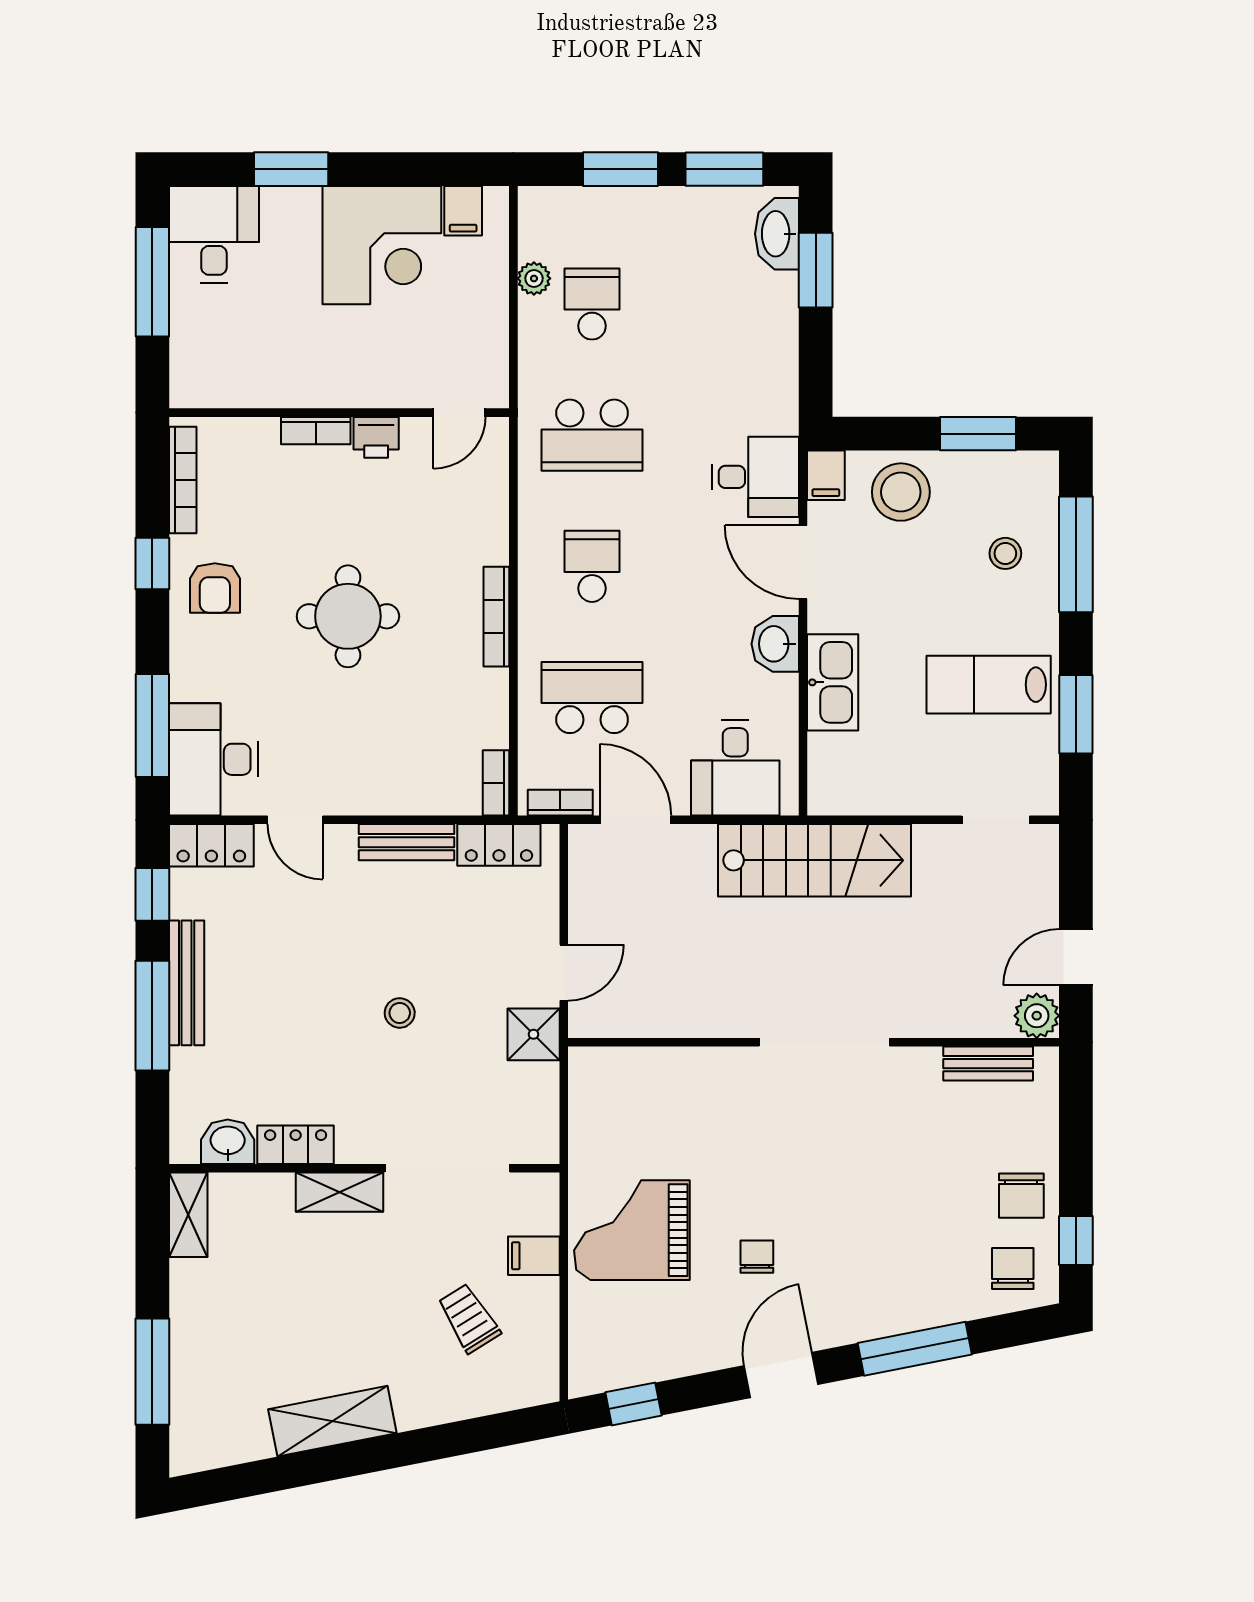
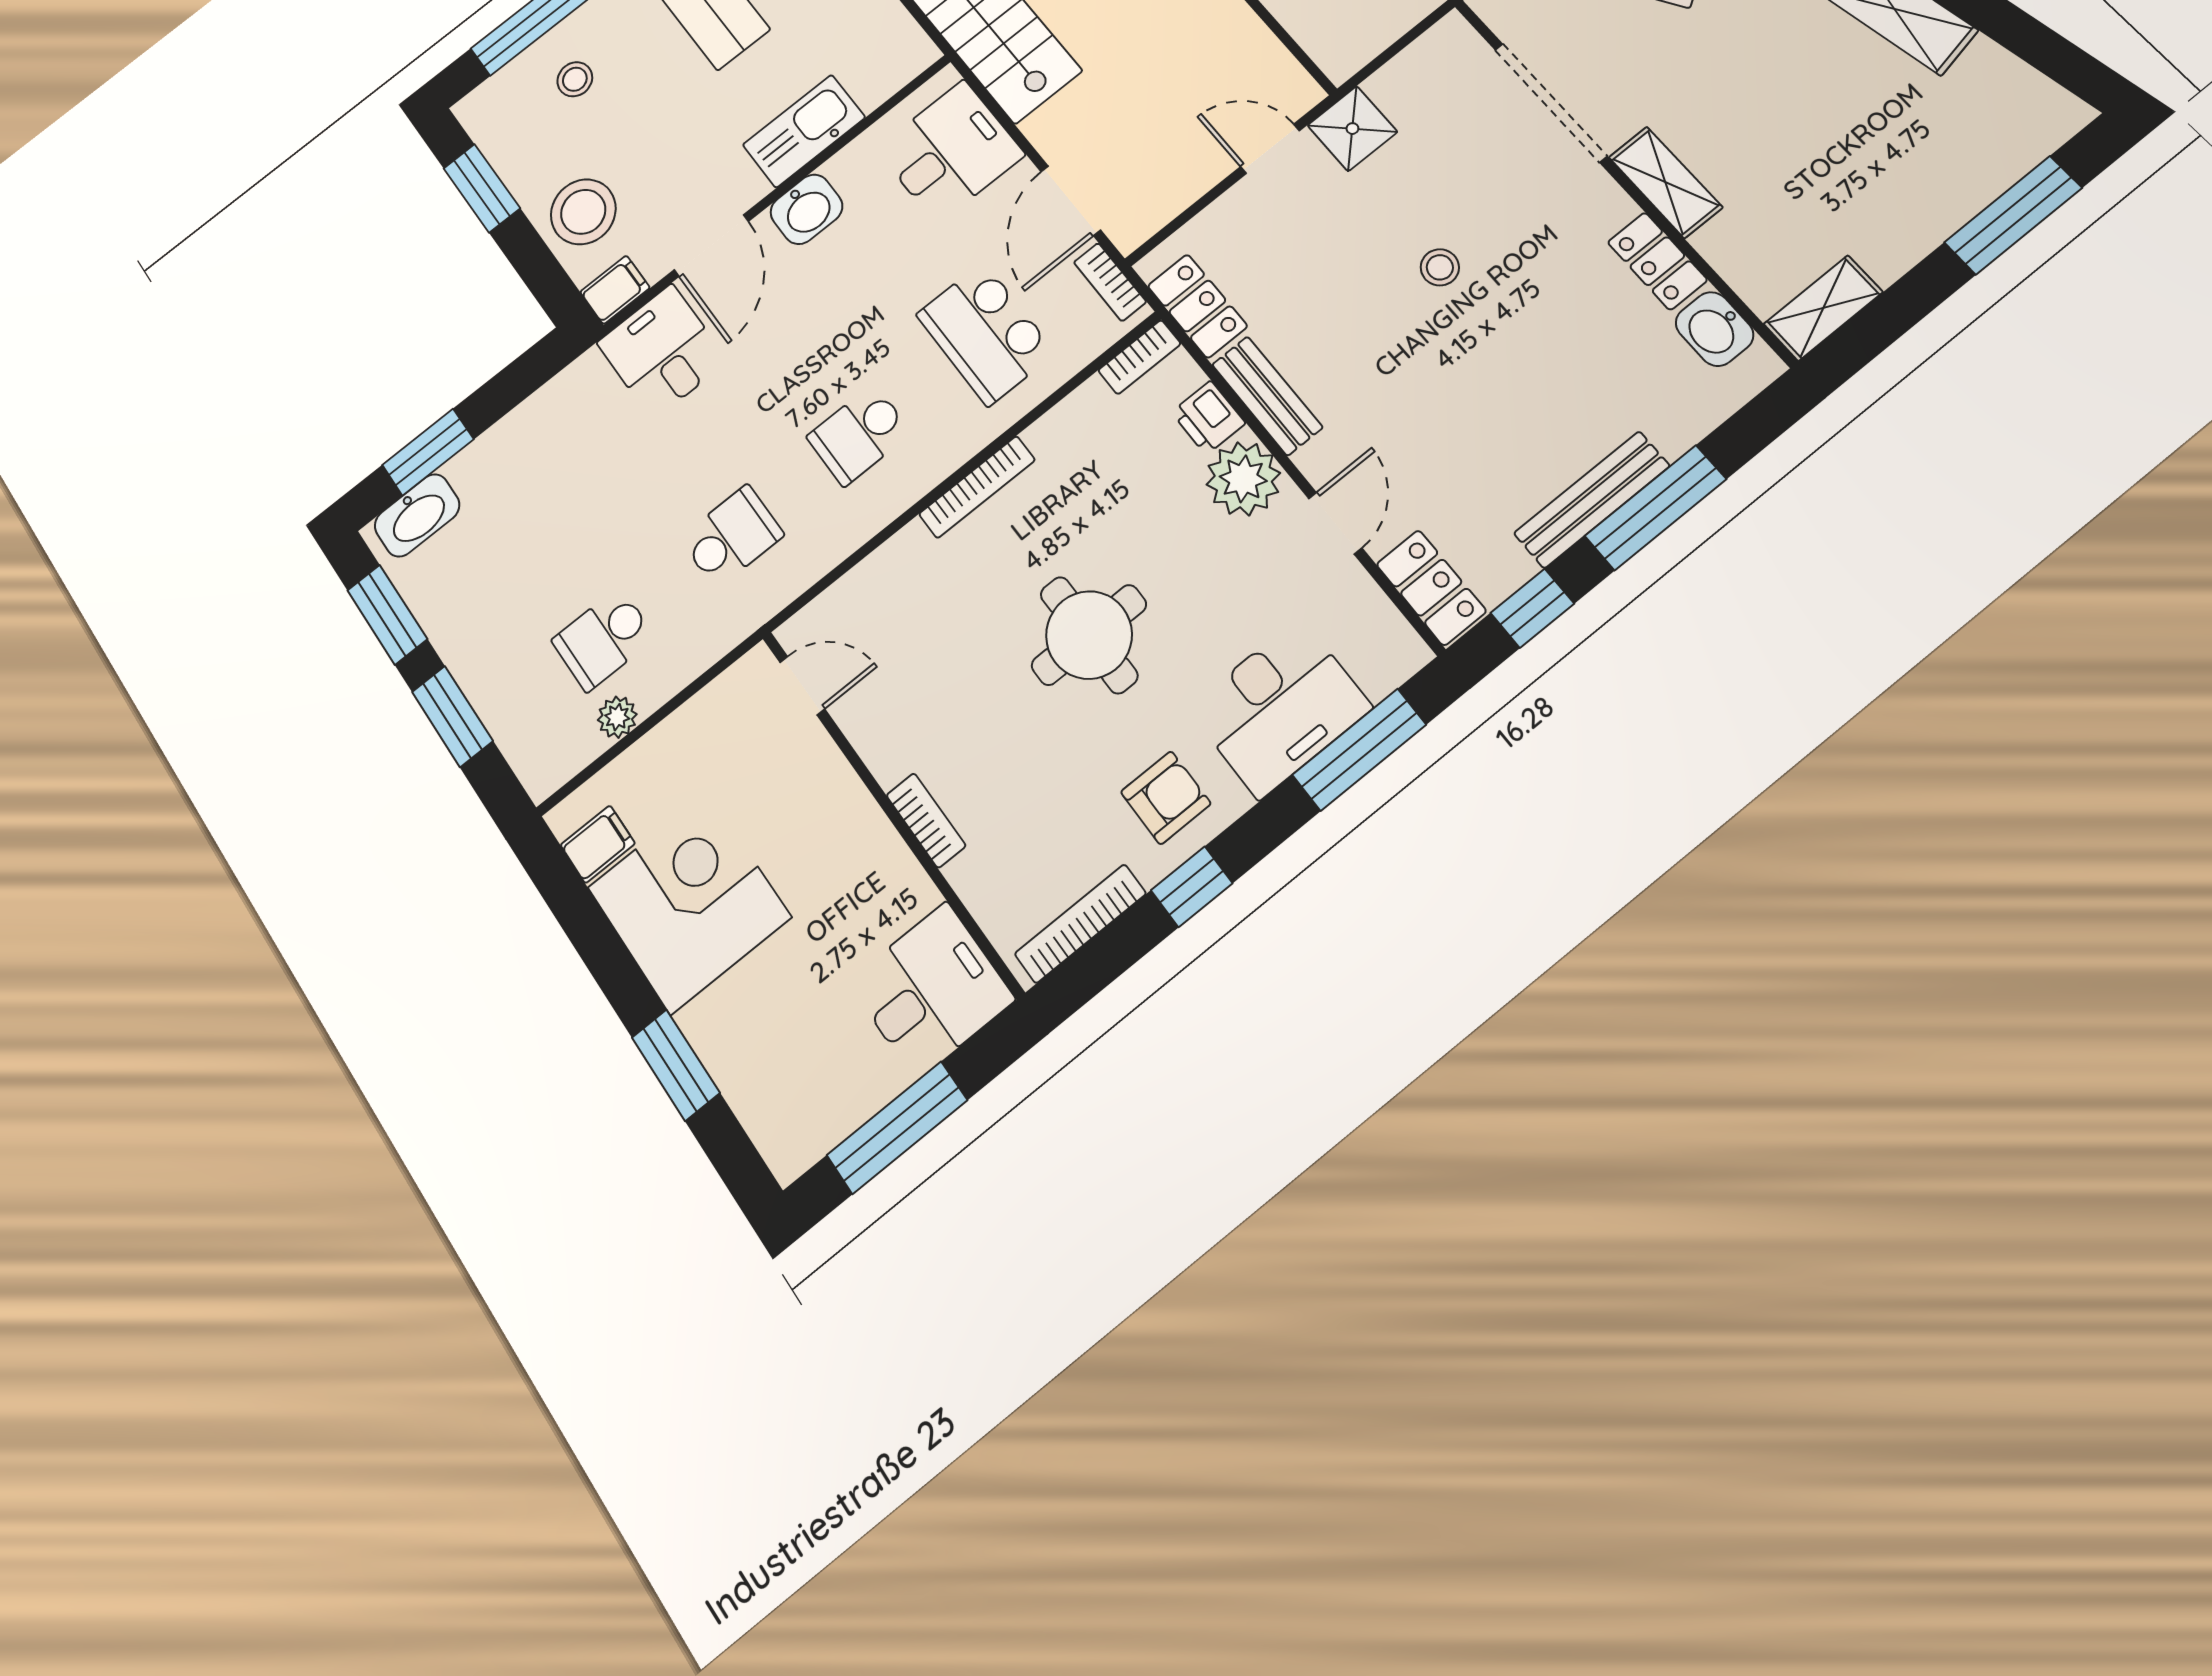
desk: (214, 234) -> (931, 991), moved, turned 180
school desk: (592, 435) -> (732, 537), width x0.54
printer: (376, 437) -> (1208, 418), moved, turned 180
desk: (213, 759) -> (1280, 708), moved
plant: (367, 786) -> (1243, 479), added

